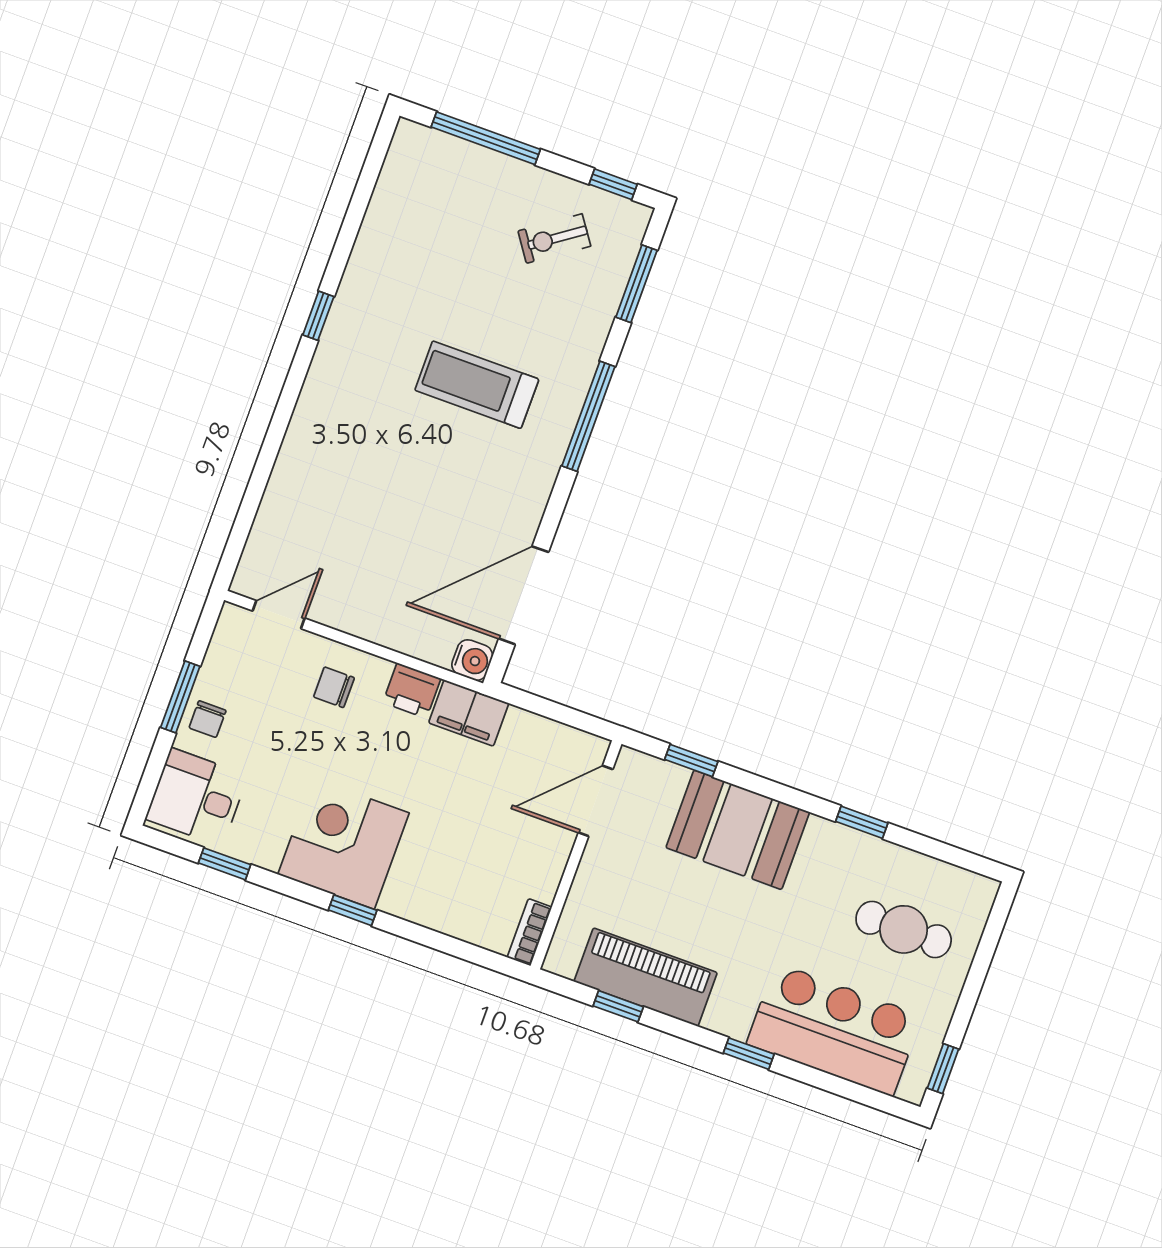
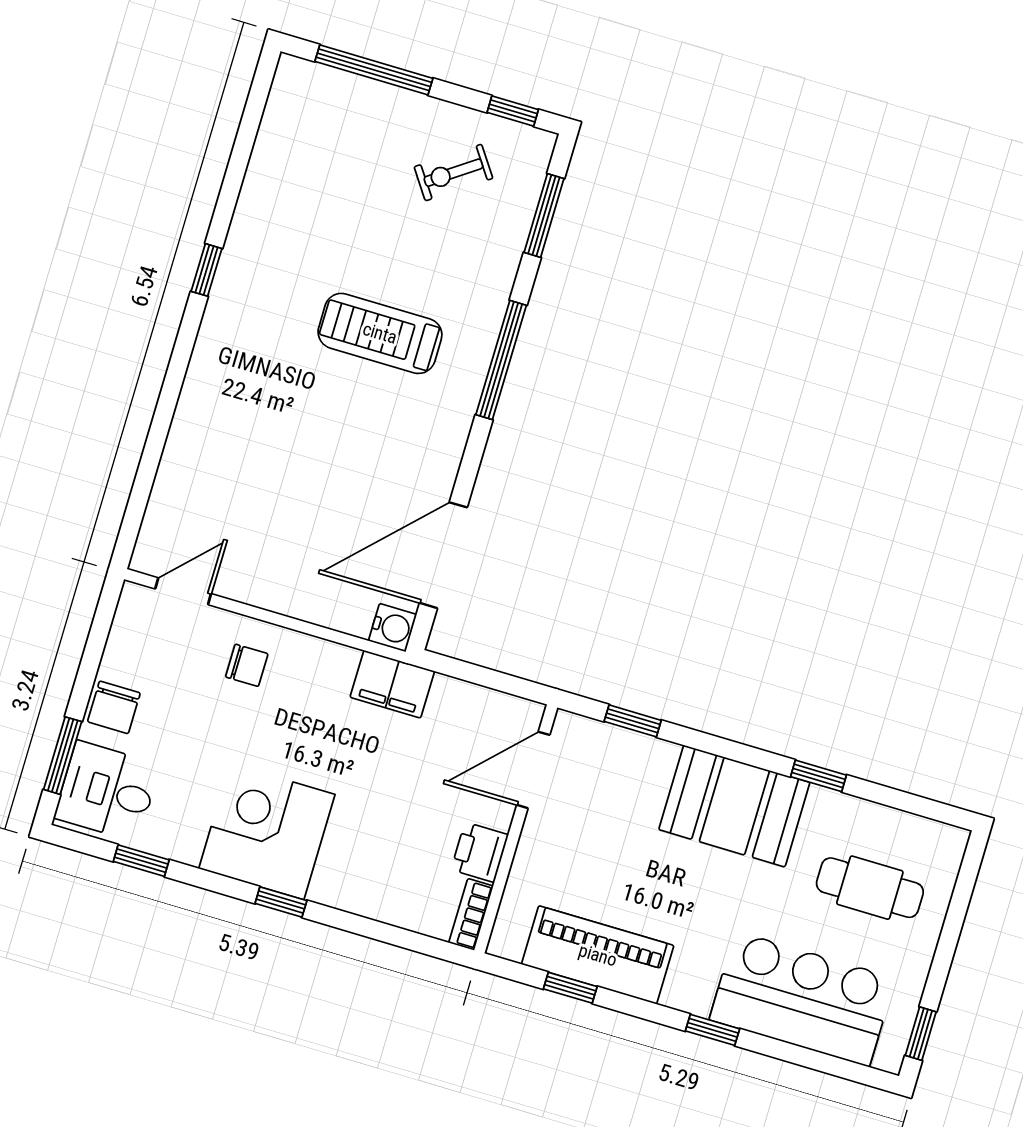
chair: (334, 687) -> (247, 665), turned 180
printer: (412, 691) -> (480, 852), moved, turned 90
window: (180, 697) -> (63, 756), moved
chair: (208, 719) -> (114, 707), width x1.37, depth x1.37
booth: (738, 830) -> (734, 806), moved

